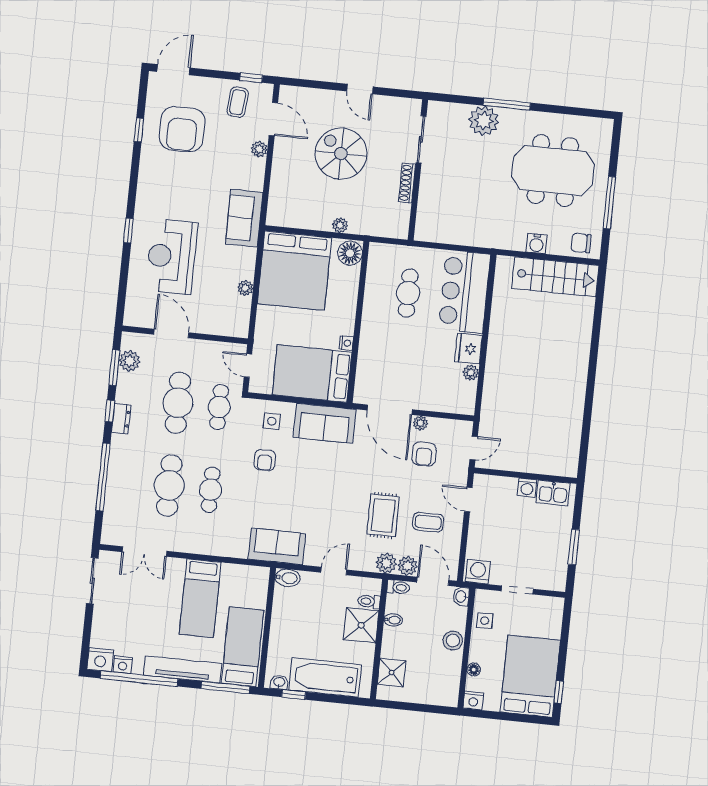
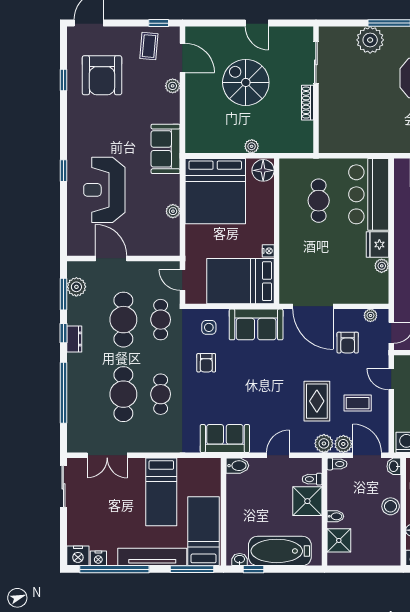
plant: (420, 423) -> (370, 315), moved
bidet: (393, 620) -> (335, 516), moved

